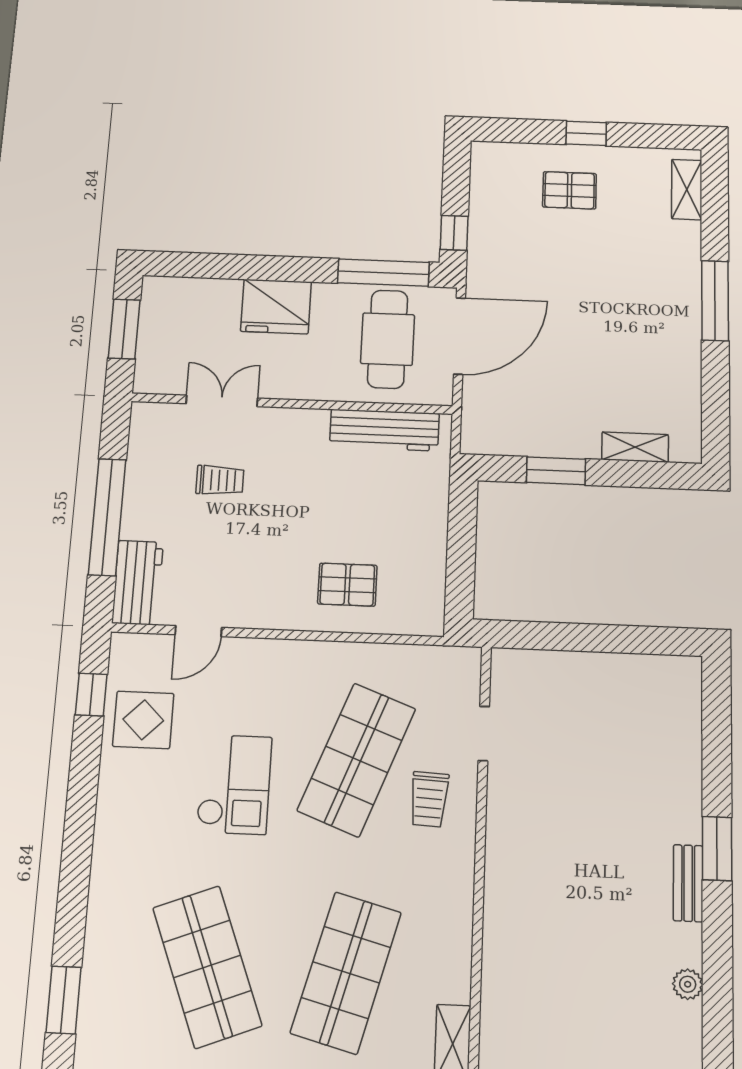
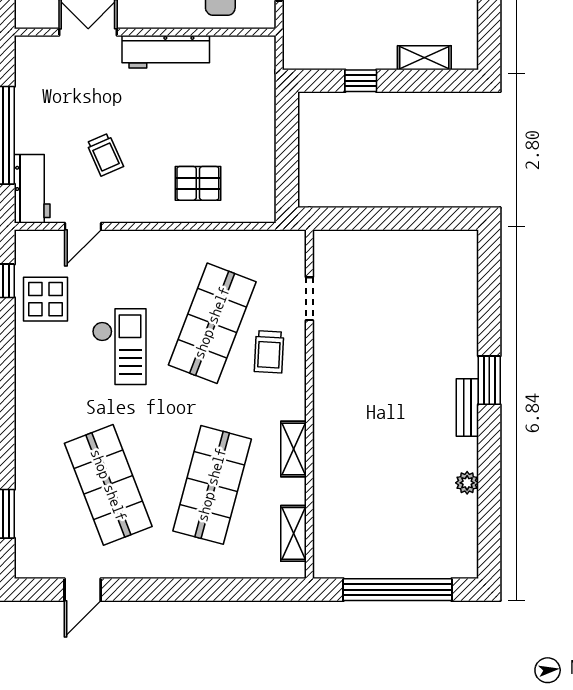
workbench: (384, 430) -> (166, 52), moved
window: (556, 471) -> (361, 81), width x0.67
trolley: (220, 480) -> (105, 155), moved, turned 66
shelving: (457, 929) -> (293, 449), added

